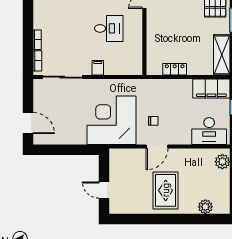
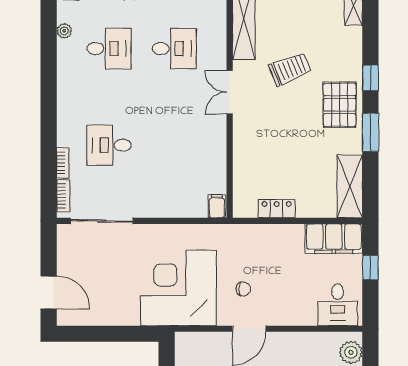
desk: (109, 28) -> (109, 145), moved, turned 180
filing cabinet: (98, 68) -> (217, 206), moved
desk: (209, 131) -> (338, 305), width x0.73

